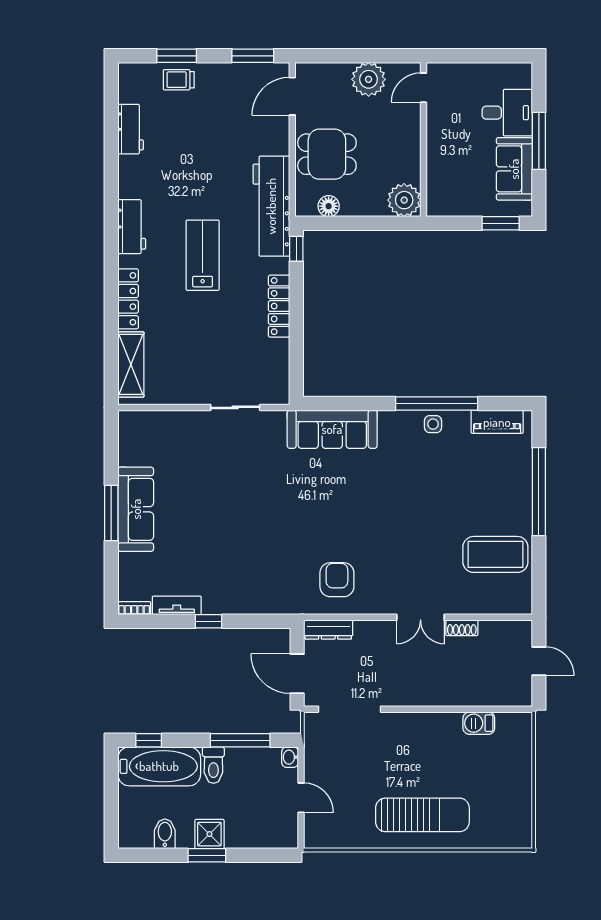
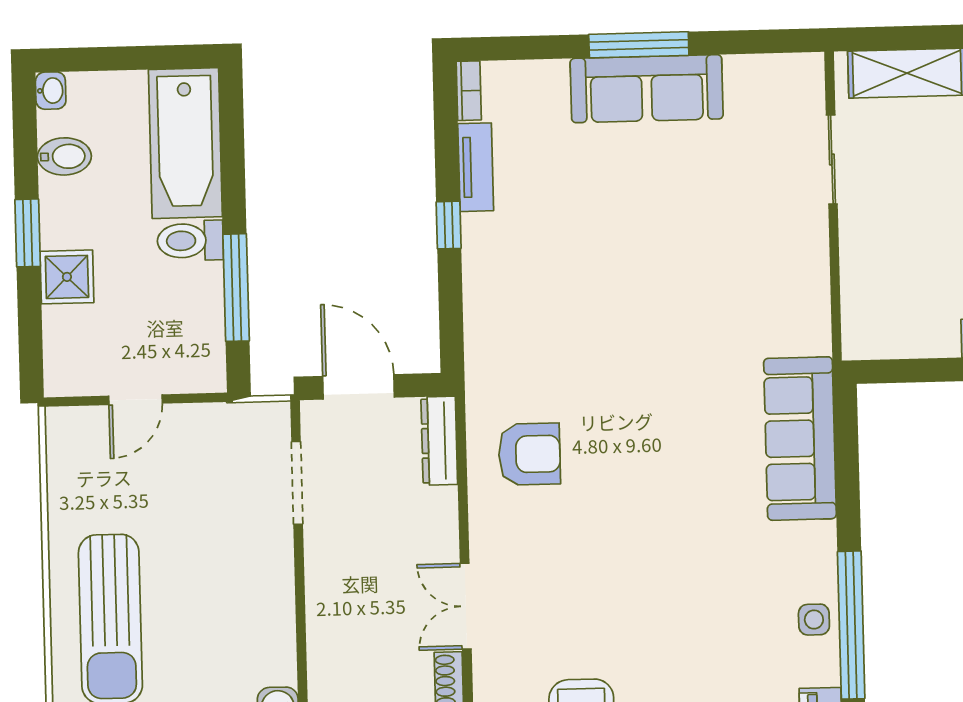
sliding door: (235, 407) -> (832, 159), moved
door: (297, 674) -> (358, 387), hinge flipped
doorway: (350, 709) -> (297, 483), width x0.73
window: (149, 740) -> (232, 123), removed
washbasin: (290, 757) -> (51, 91), moved, turned 90
shower: (209, 834) -> (67, 277), moved

